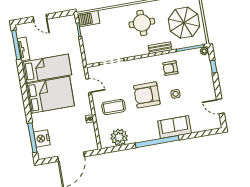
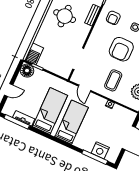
floor lamp: (69, 23) -> (27, 71), added
door: (89, 86) -> (85, 88), swing flipped
bed: (50, 95) -> (72, 122), width x0.67

